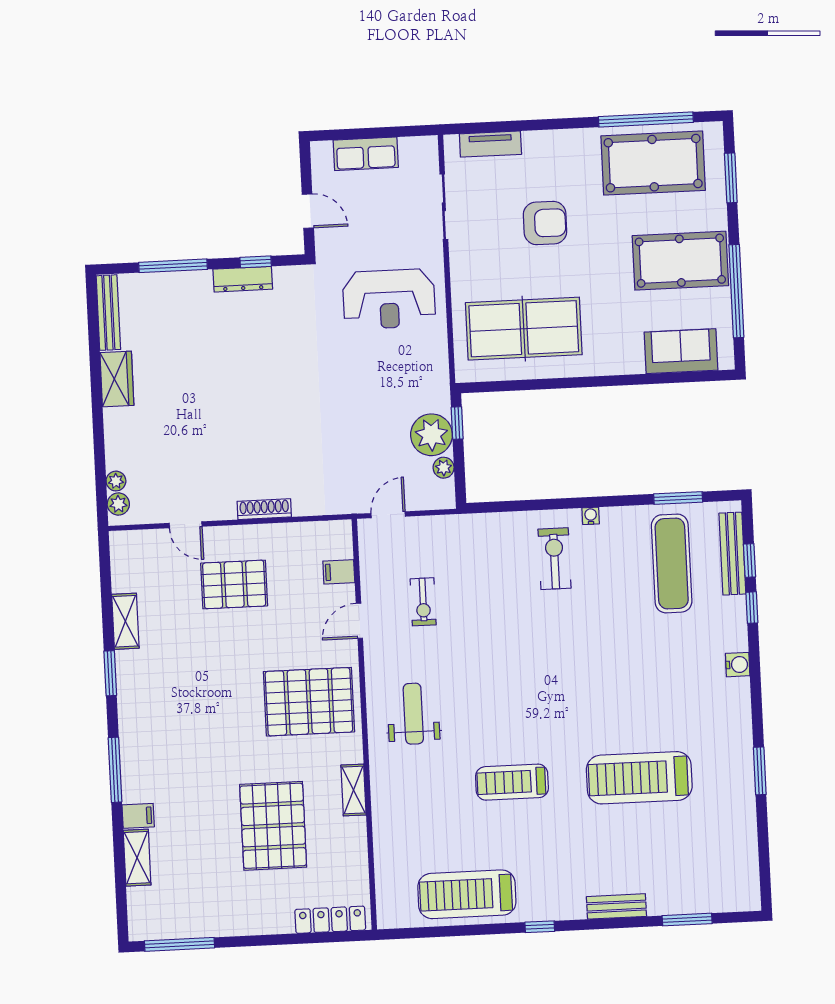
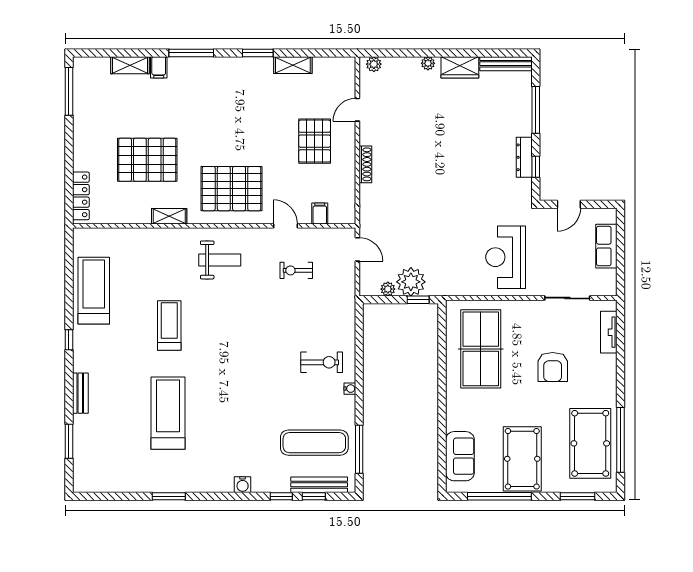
plant: (116, 481) -> (428, 63), moved
window: (678, 498) -> (359, 449), width x1.44
pallet: (309, 702) -> (231, 189), turned 90

